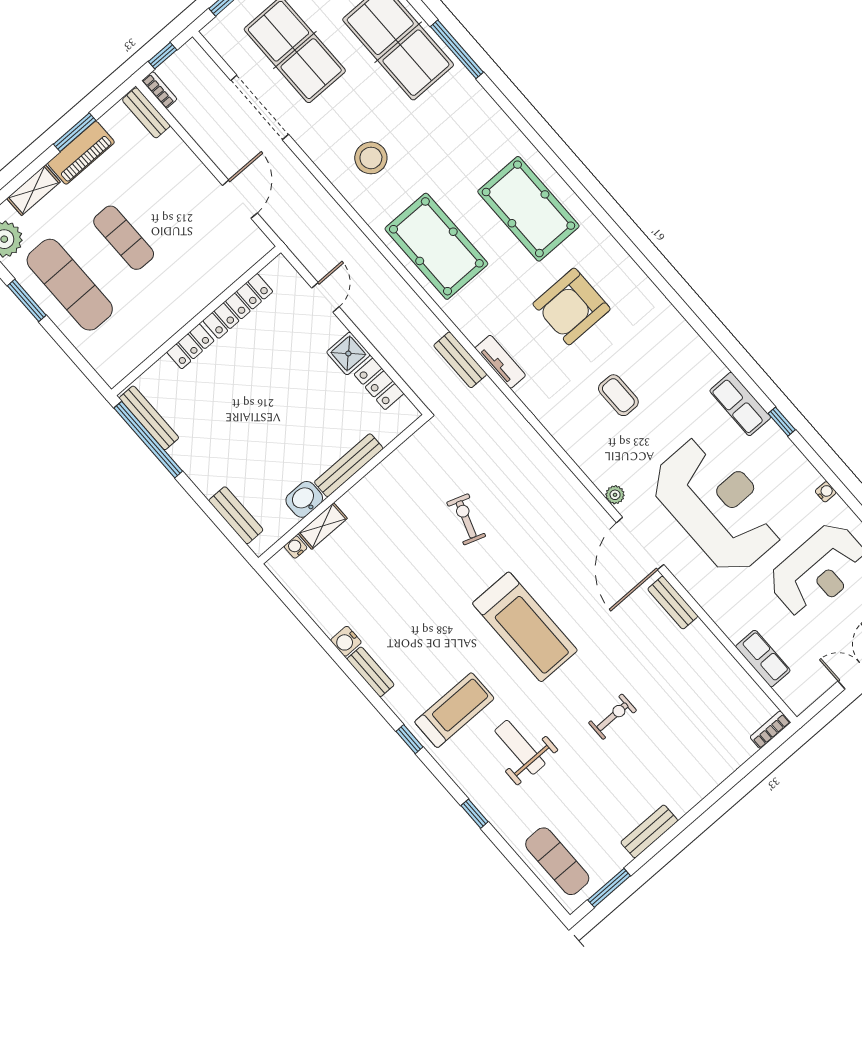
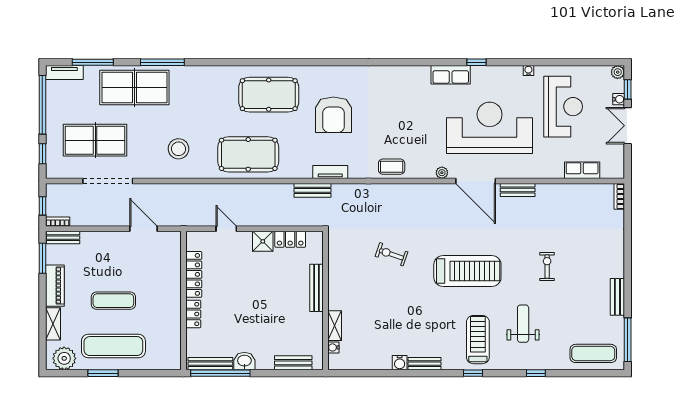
window: (75, 132) -> (42, 258), moved
coffee table: (618, 395) -> (392, 167), moved
washbasin: (304, 499) -> (244, 361), moved, turned 90
weight bench: (520, 747) -> (523, 324), turned 90
window: (609, 888) -> (628, 340), width x1.44

